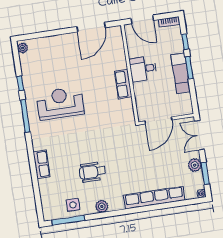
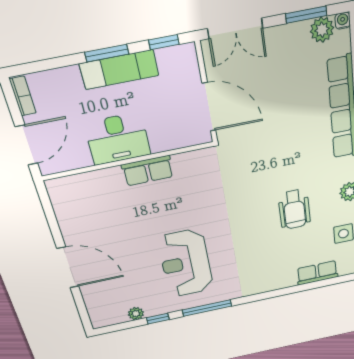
door: (91, 27) -> (68, 267), moved
window: (185, 42) -> (164, 42), moved
plant: (22, 48) -> (136, 314), moved
desk: (143, 69) -> (118, 139), width x1.37
row of seats: (42, 164) -> (317, 273), moved
plant: (195, 165) -> (322, 30), moved

